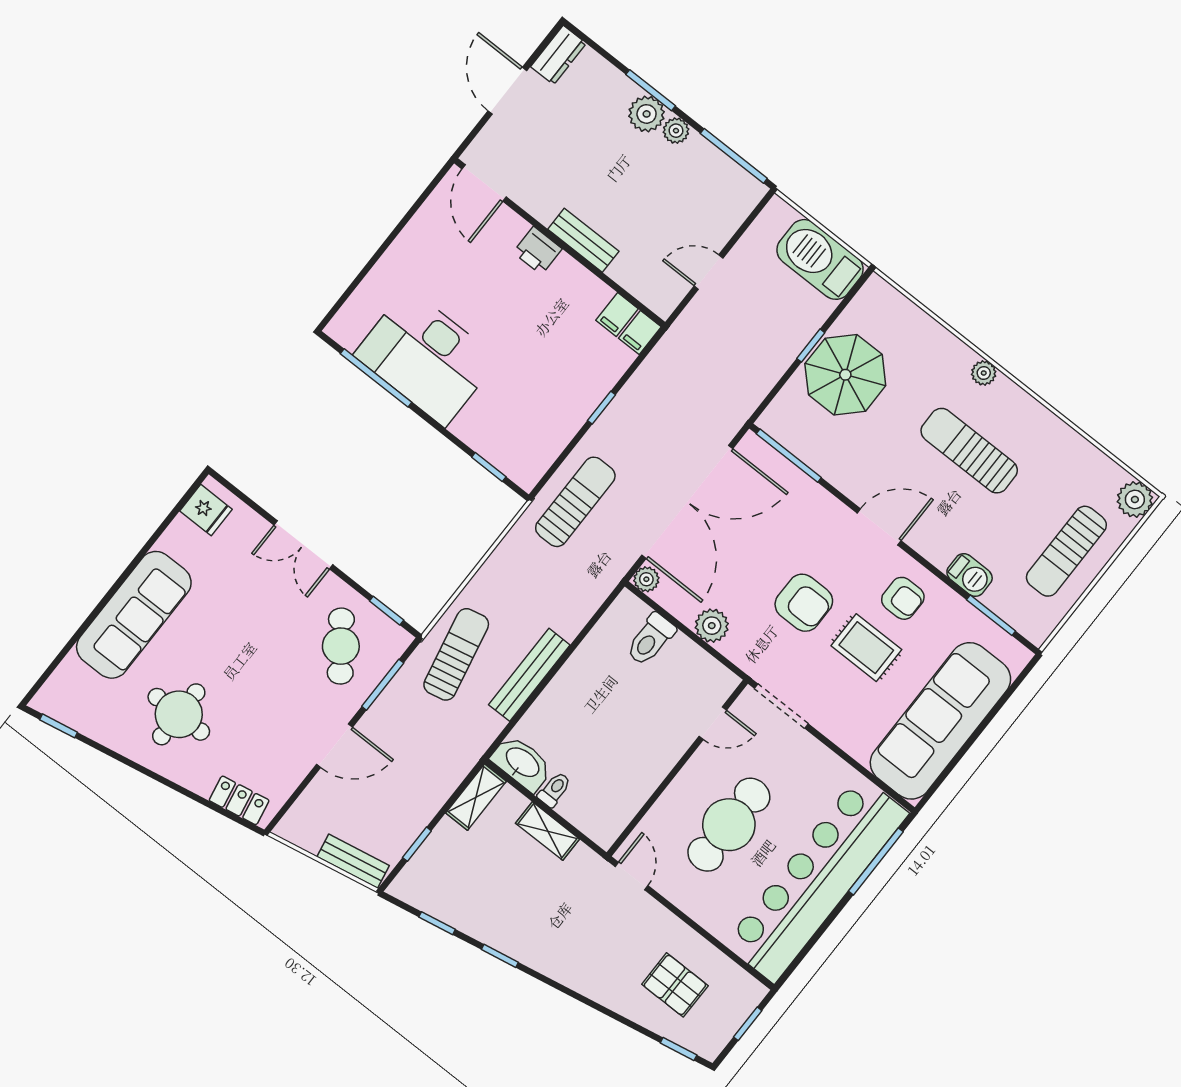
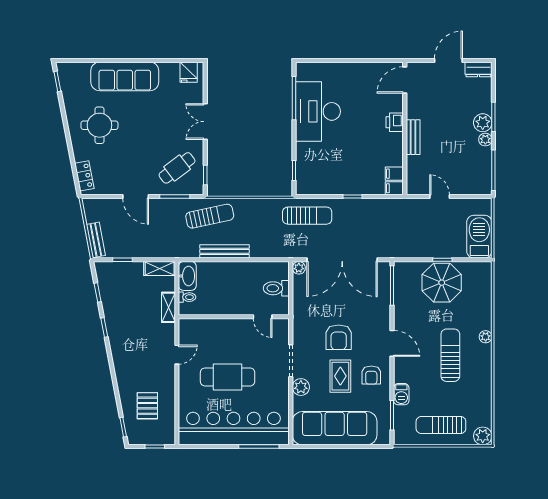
plant: (712, 626) -> (301, 387), moved
door: (713, 723) -> (263, 317), moved
wall: (677, 768) -> (234, 317), moved

